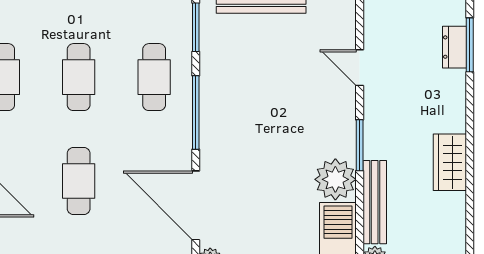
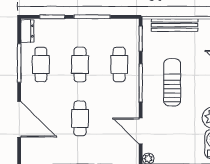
sun lounger: (256, 111) -> (172, 82), added
door: (196, 205) -> (141, 131), width x0.73

